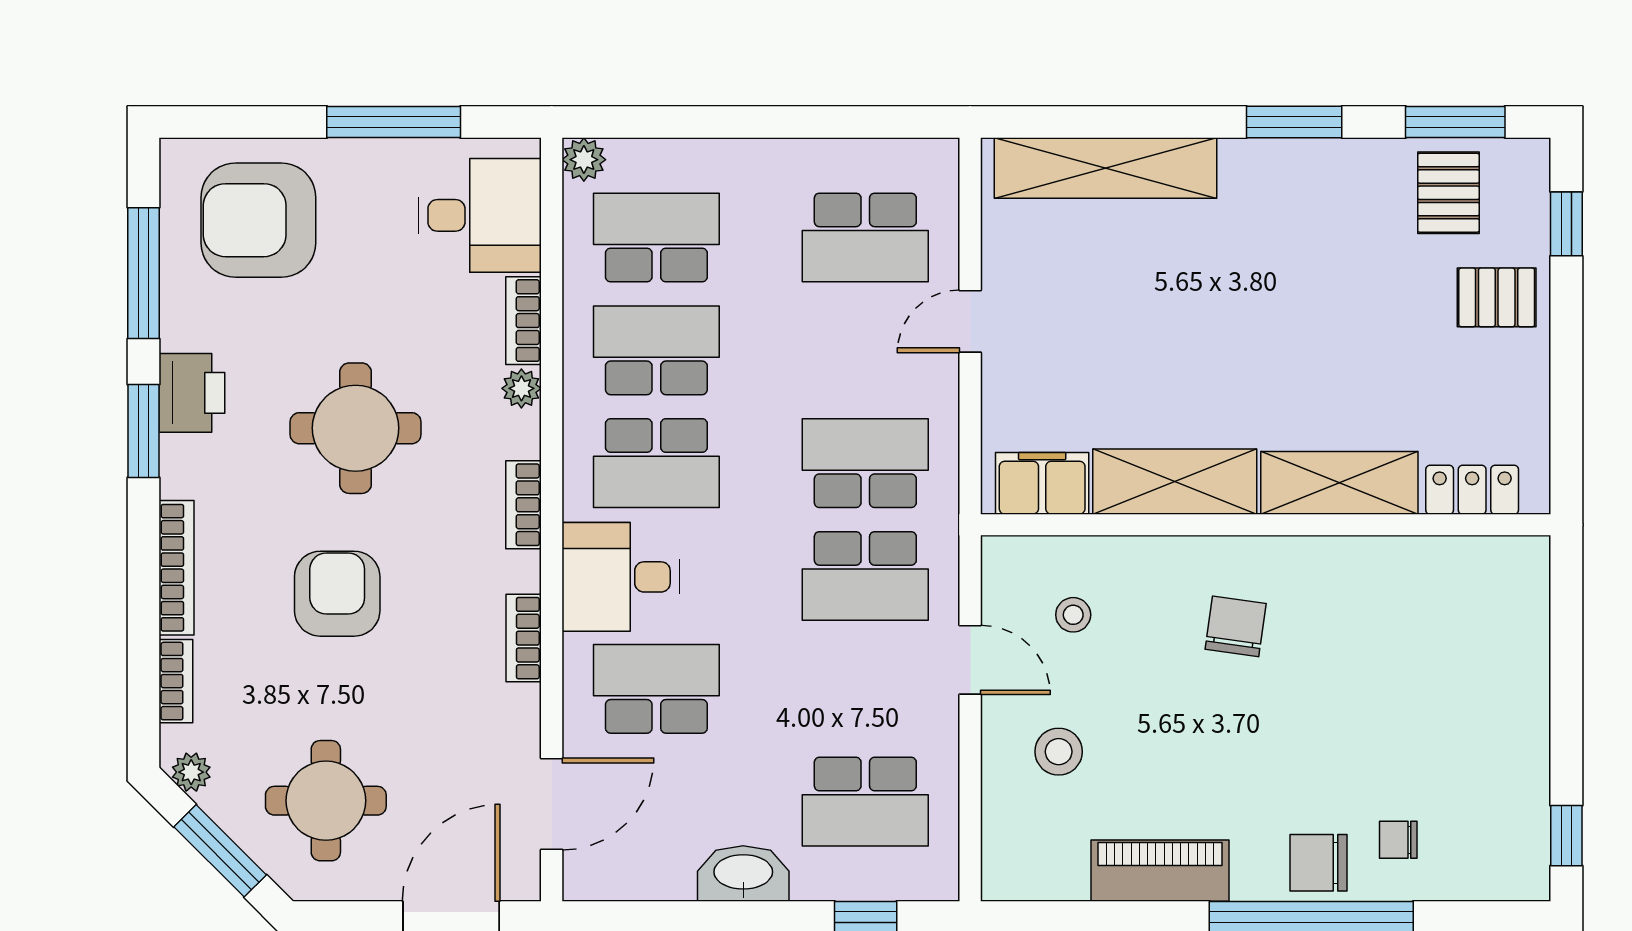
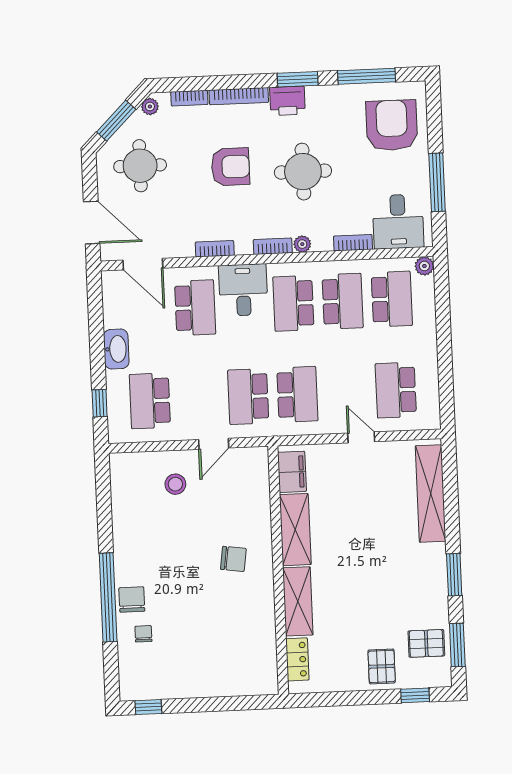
plant: (521, 388) -> (302, 244), moved
printer: (192, 393) -> (287, 101), moved
stool: (1073, 615) -> (235, 488), removed
piano: (1160, 871) -> (125, 531), removed

